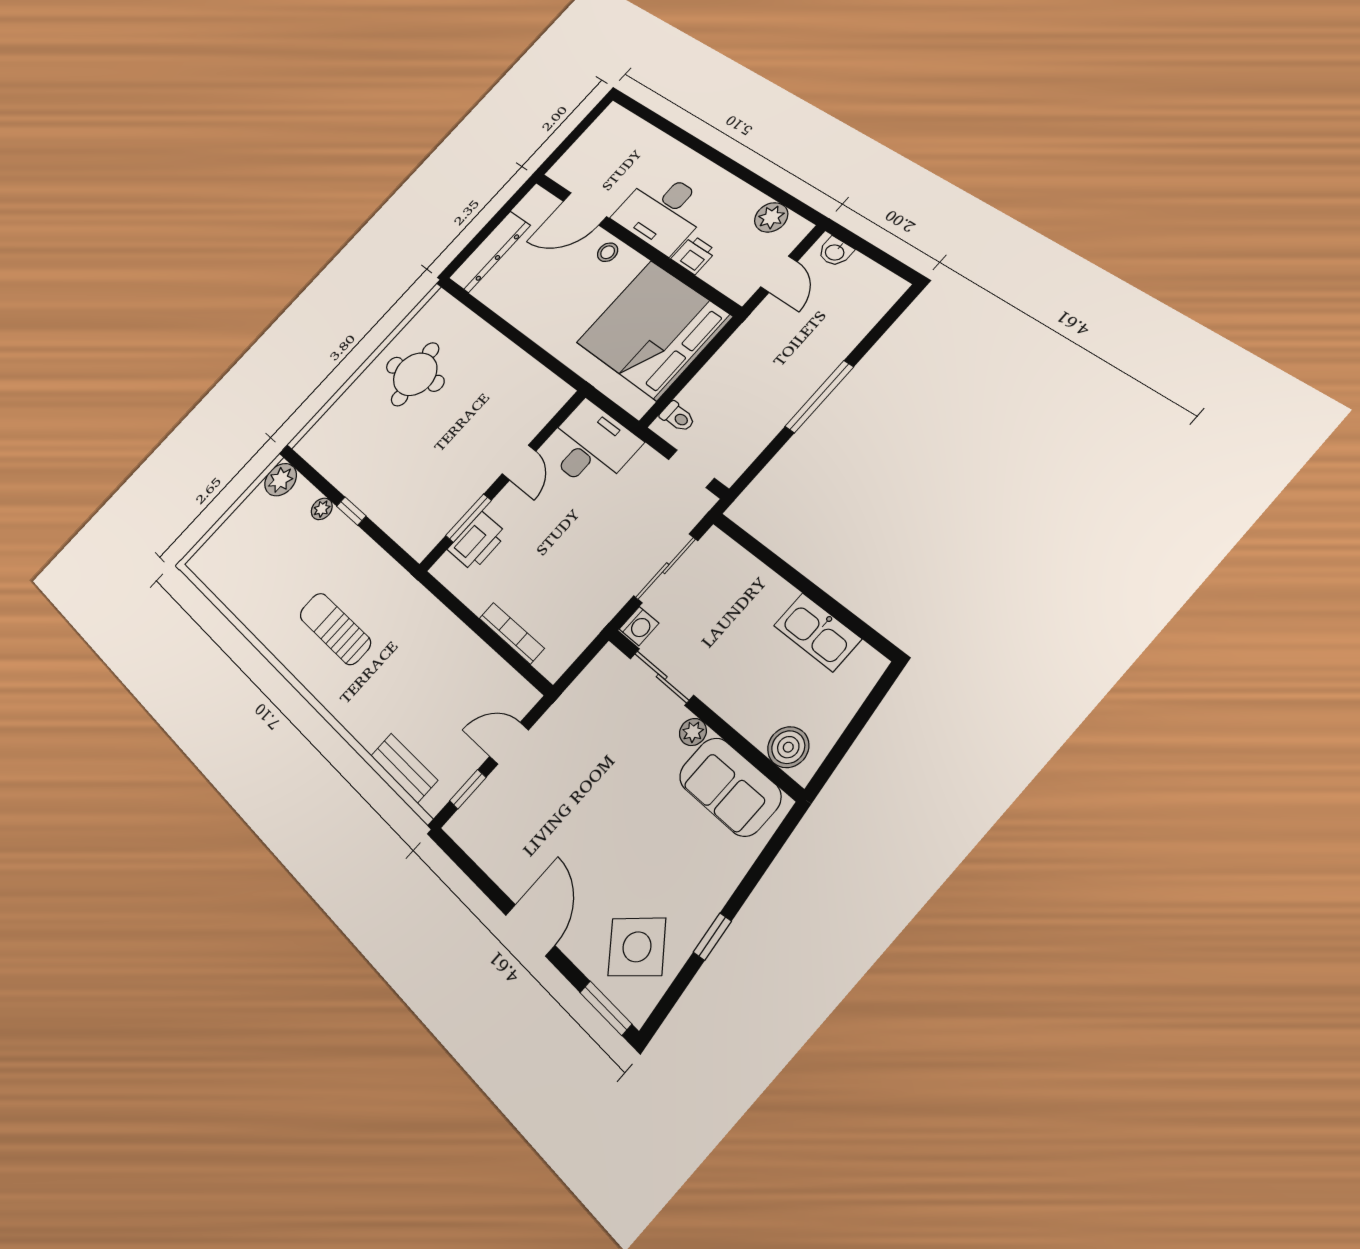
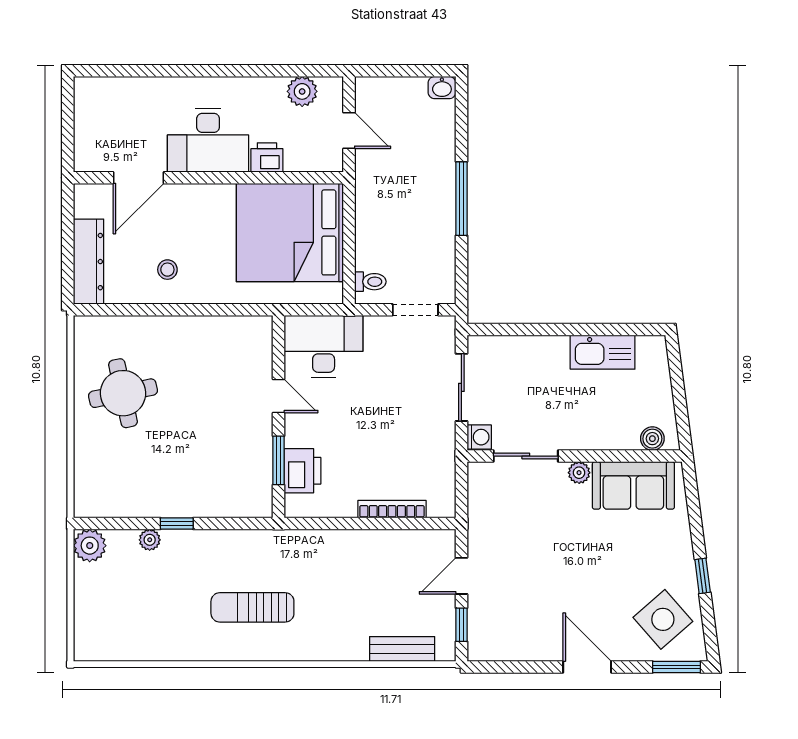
stool: (608, 252) -> (167, 270), moved
washbasin: (835, 252) -> (442, 88), moved
boiler: (788, 747) -> (652, 439), width x0.73, depth x0.73

